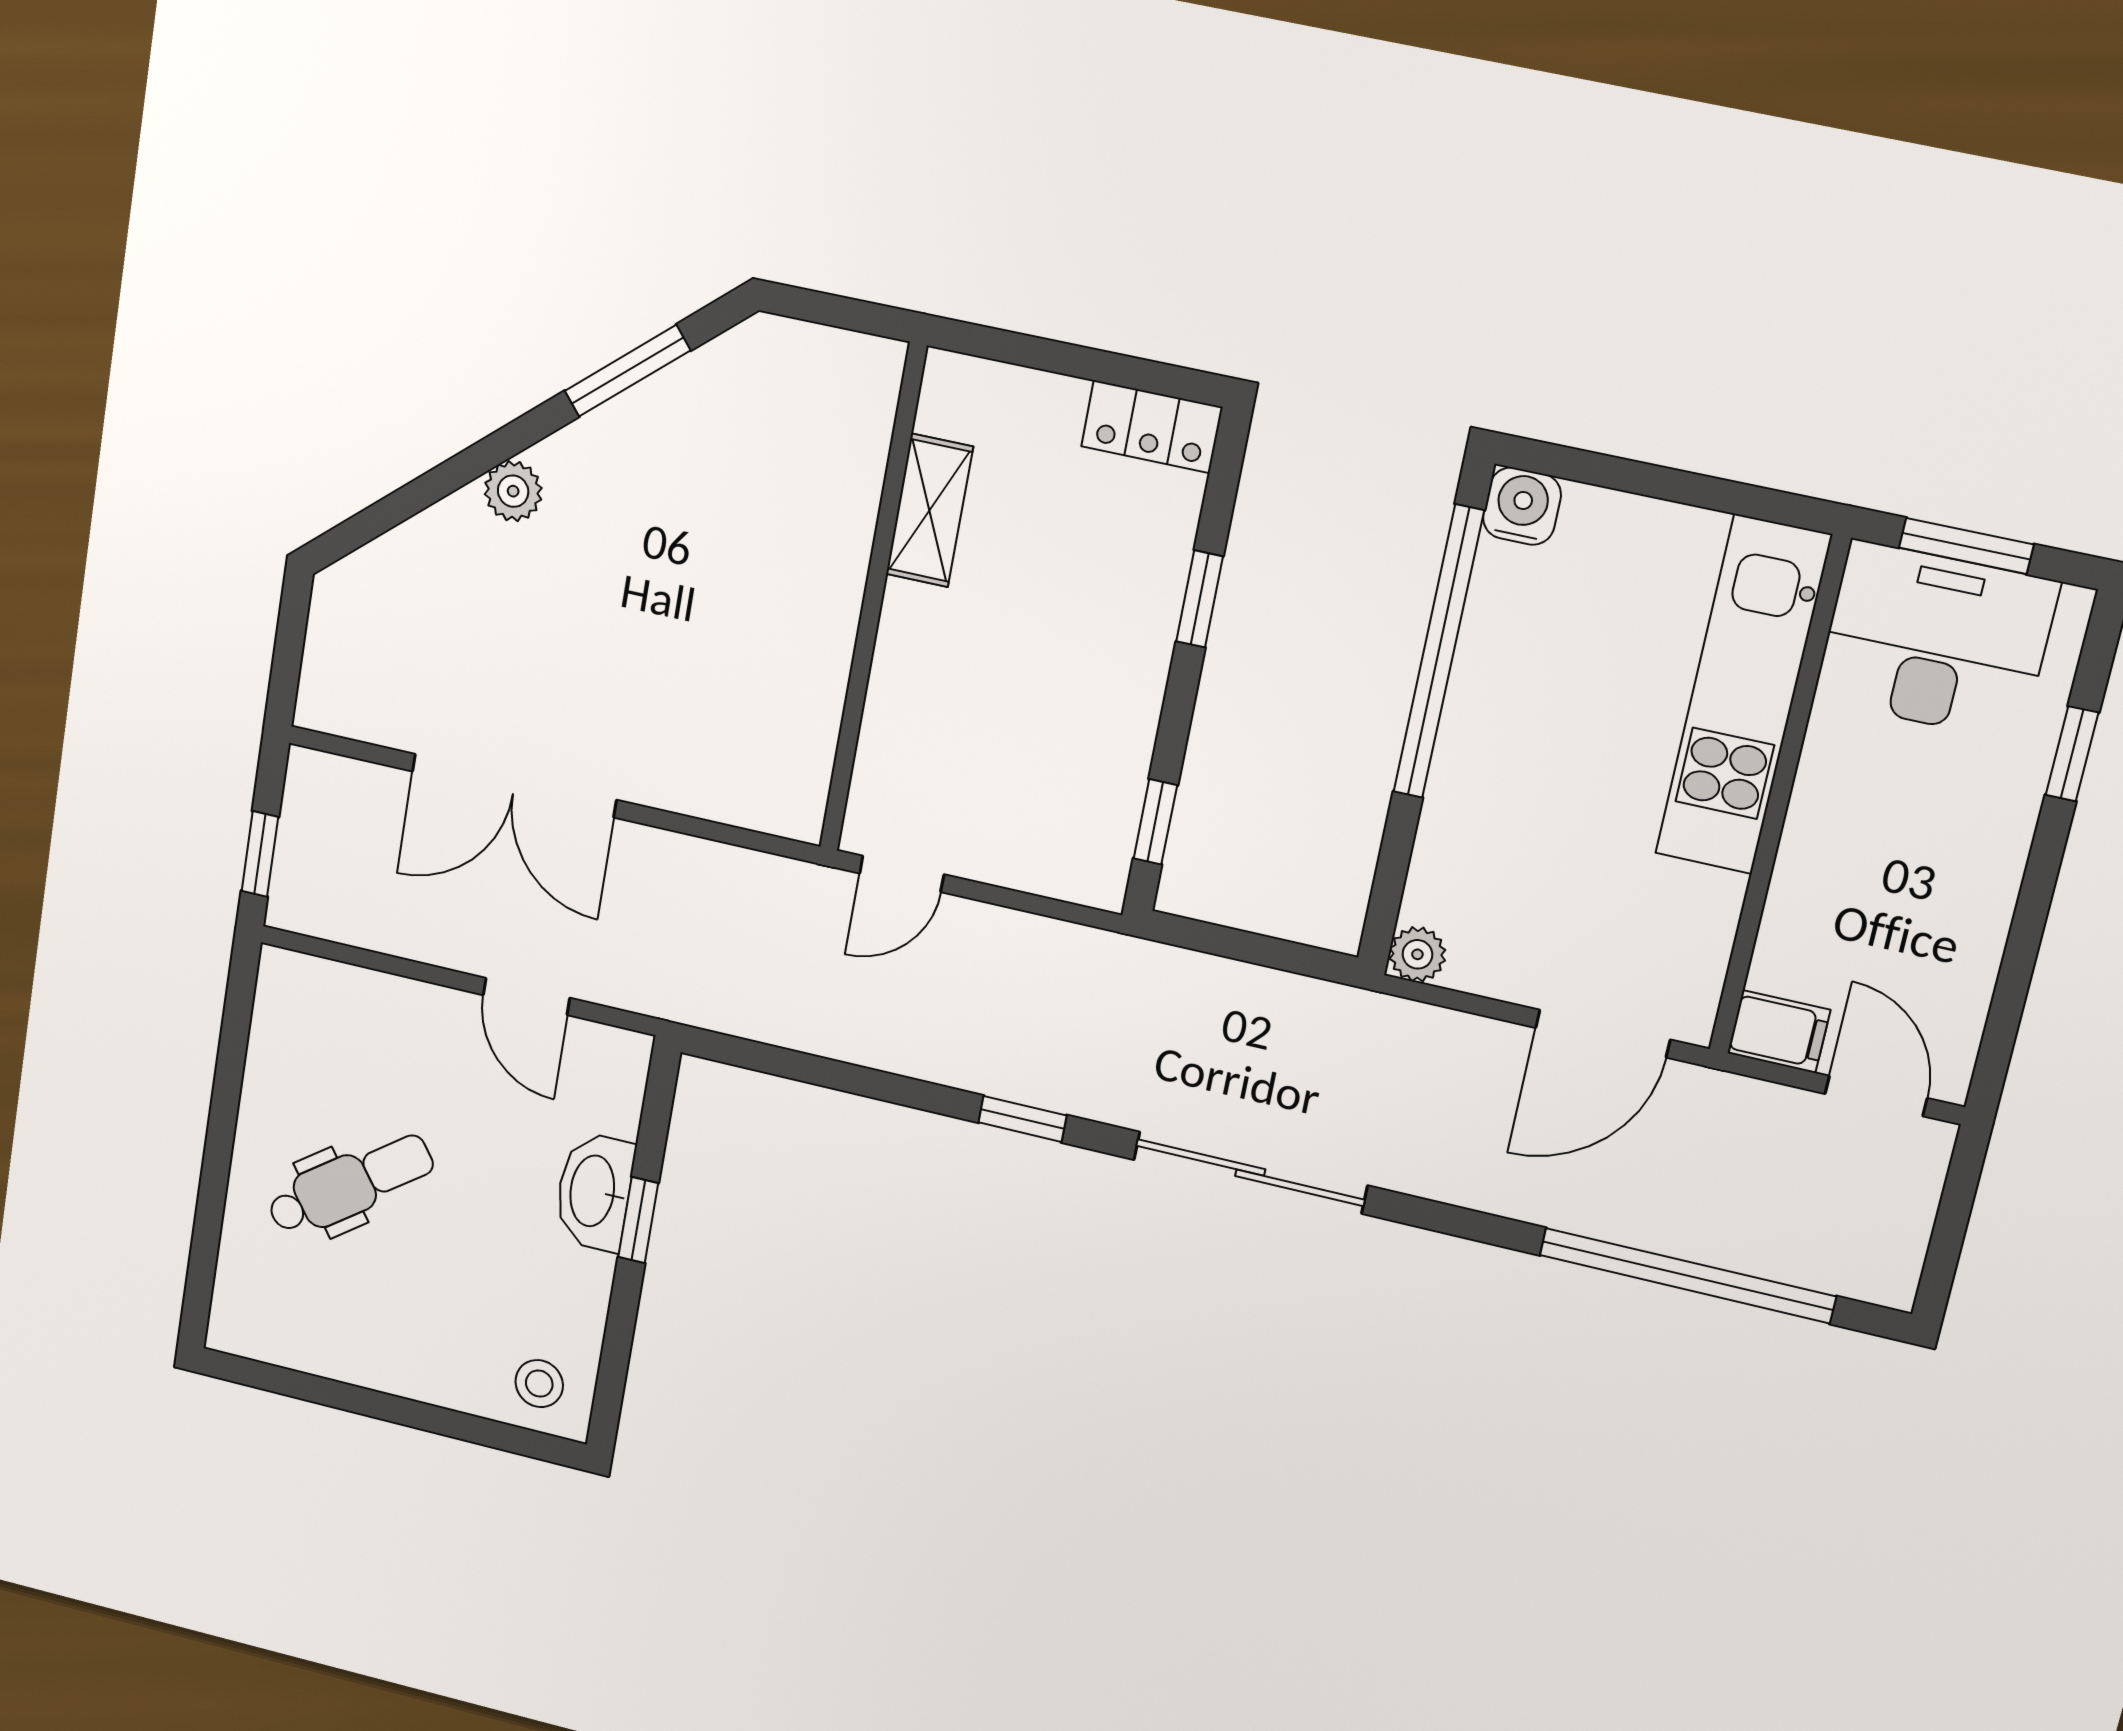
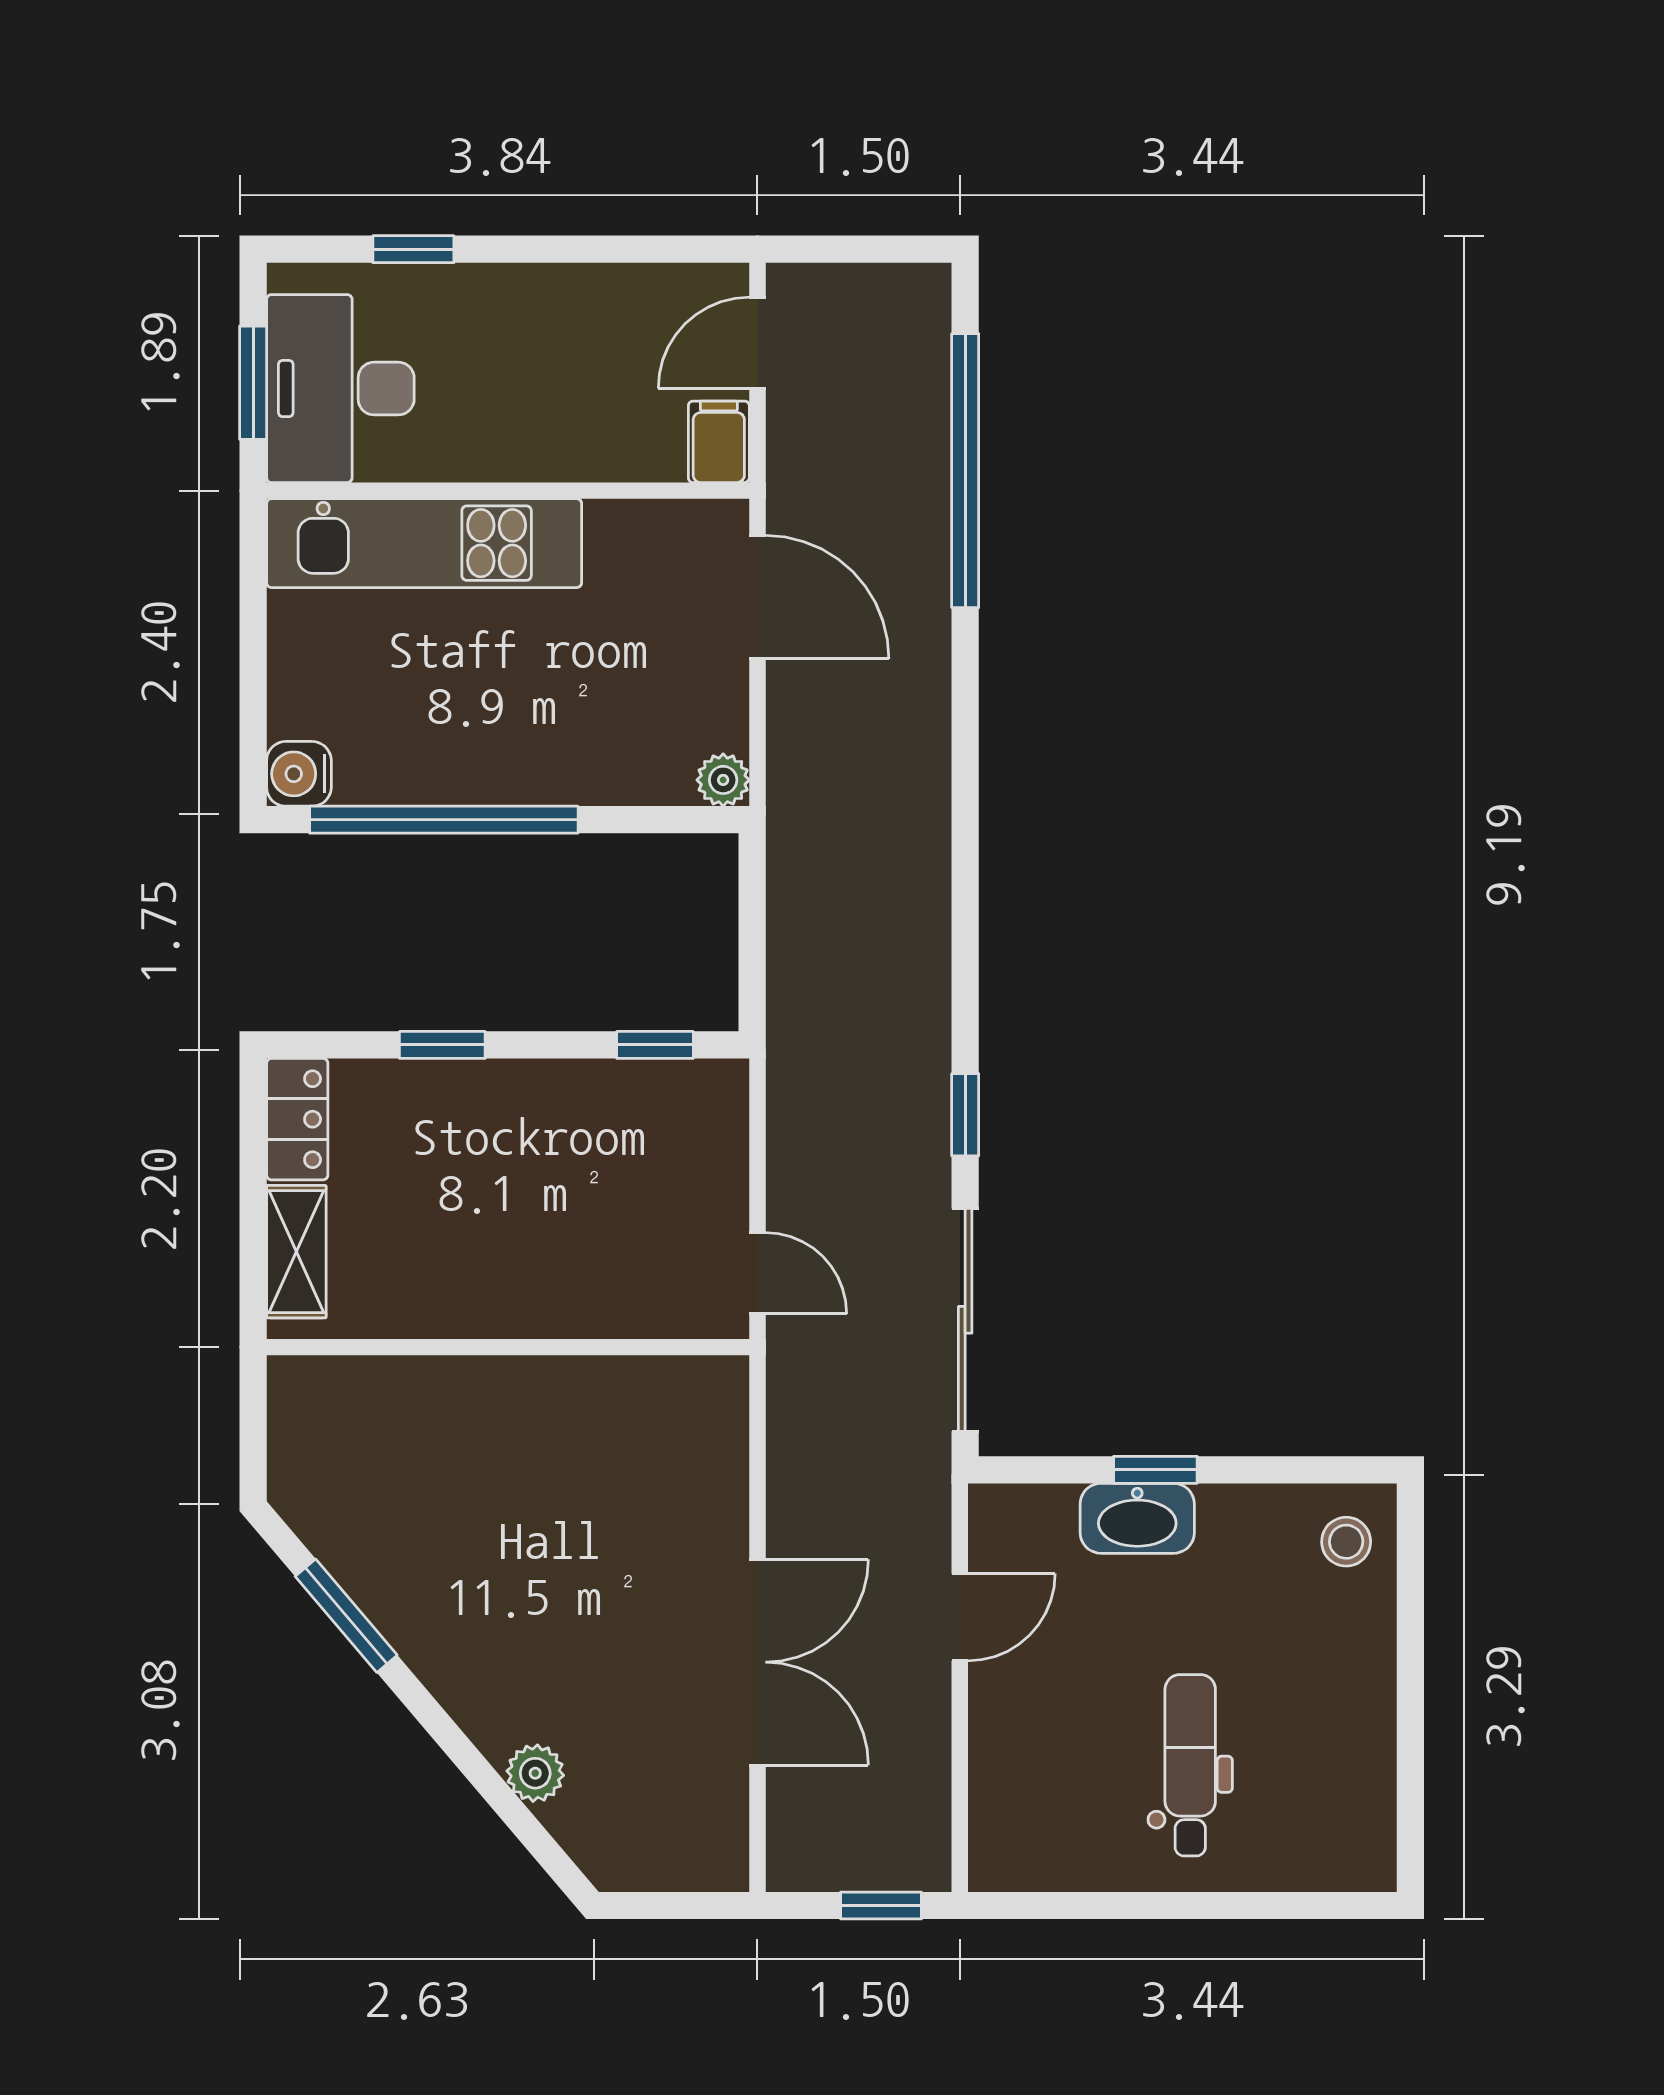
plant: (513, 491) -> (535, 1773), moved
shelving: (929, 510) -> (296, 1252), moved, turned 90
sliding door: (1250, 1173) -> (965, 1320), moved
dental chair: (350, 1184) -> (1190, 1765), turned 36

